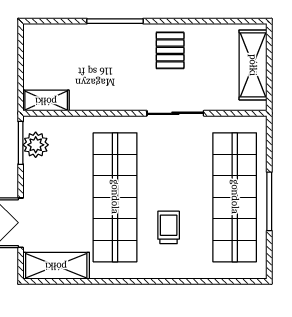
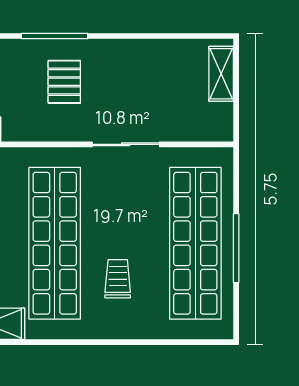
pallet: (170, 50) -> (64, 82), moved
shelving: (253, 65) -> (221, 74), width x0.67, depth x0.75

